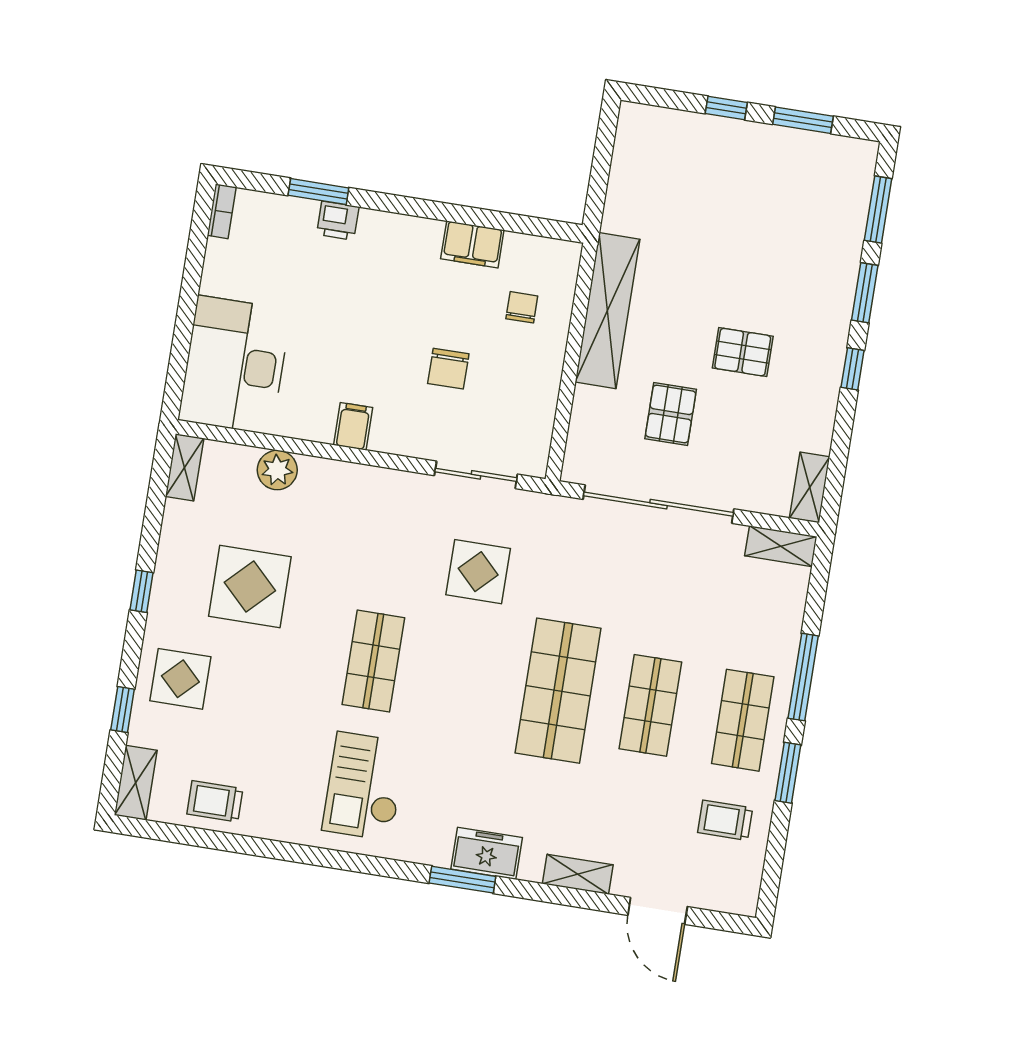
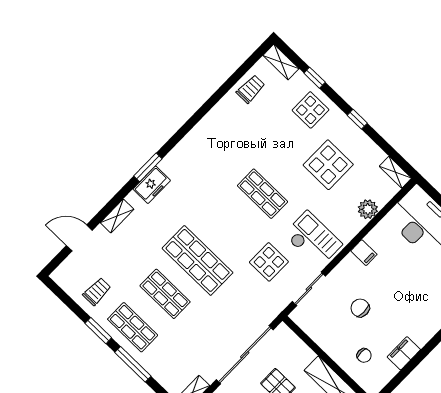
checkout: (364, 786) -> (313, 239), moved

